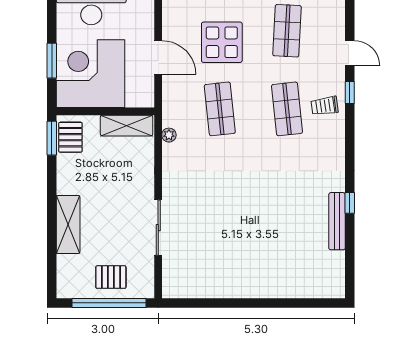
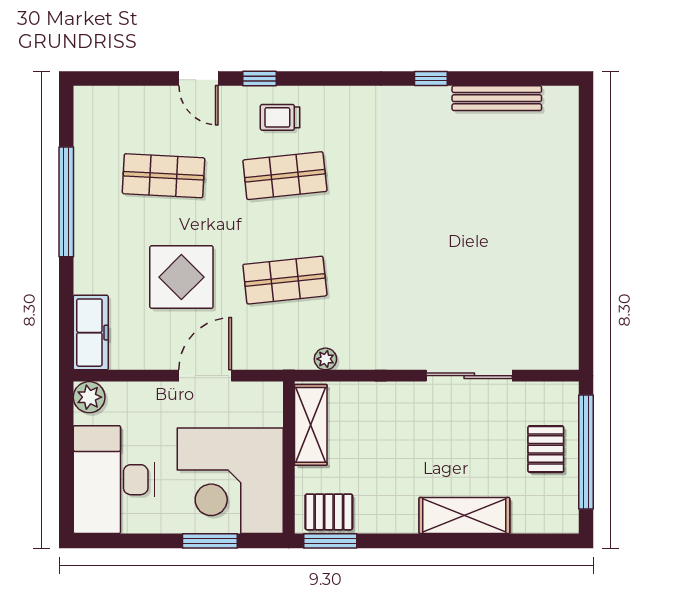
door: (350, 53) -> (198, 79), swing flipped
trolley: (325, 106) -> (280, 117), turned 98
bench: (337, 221) -> (497, 98), moved

